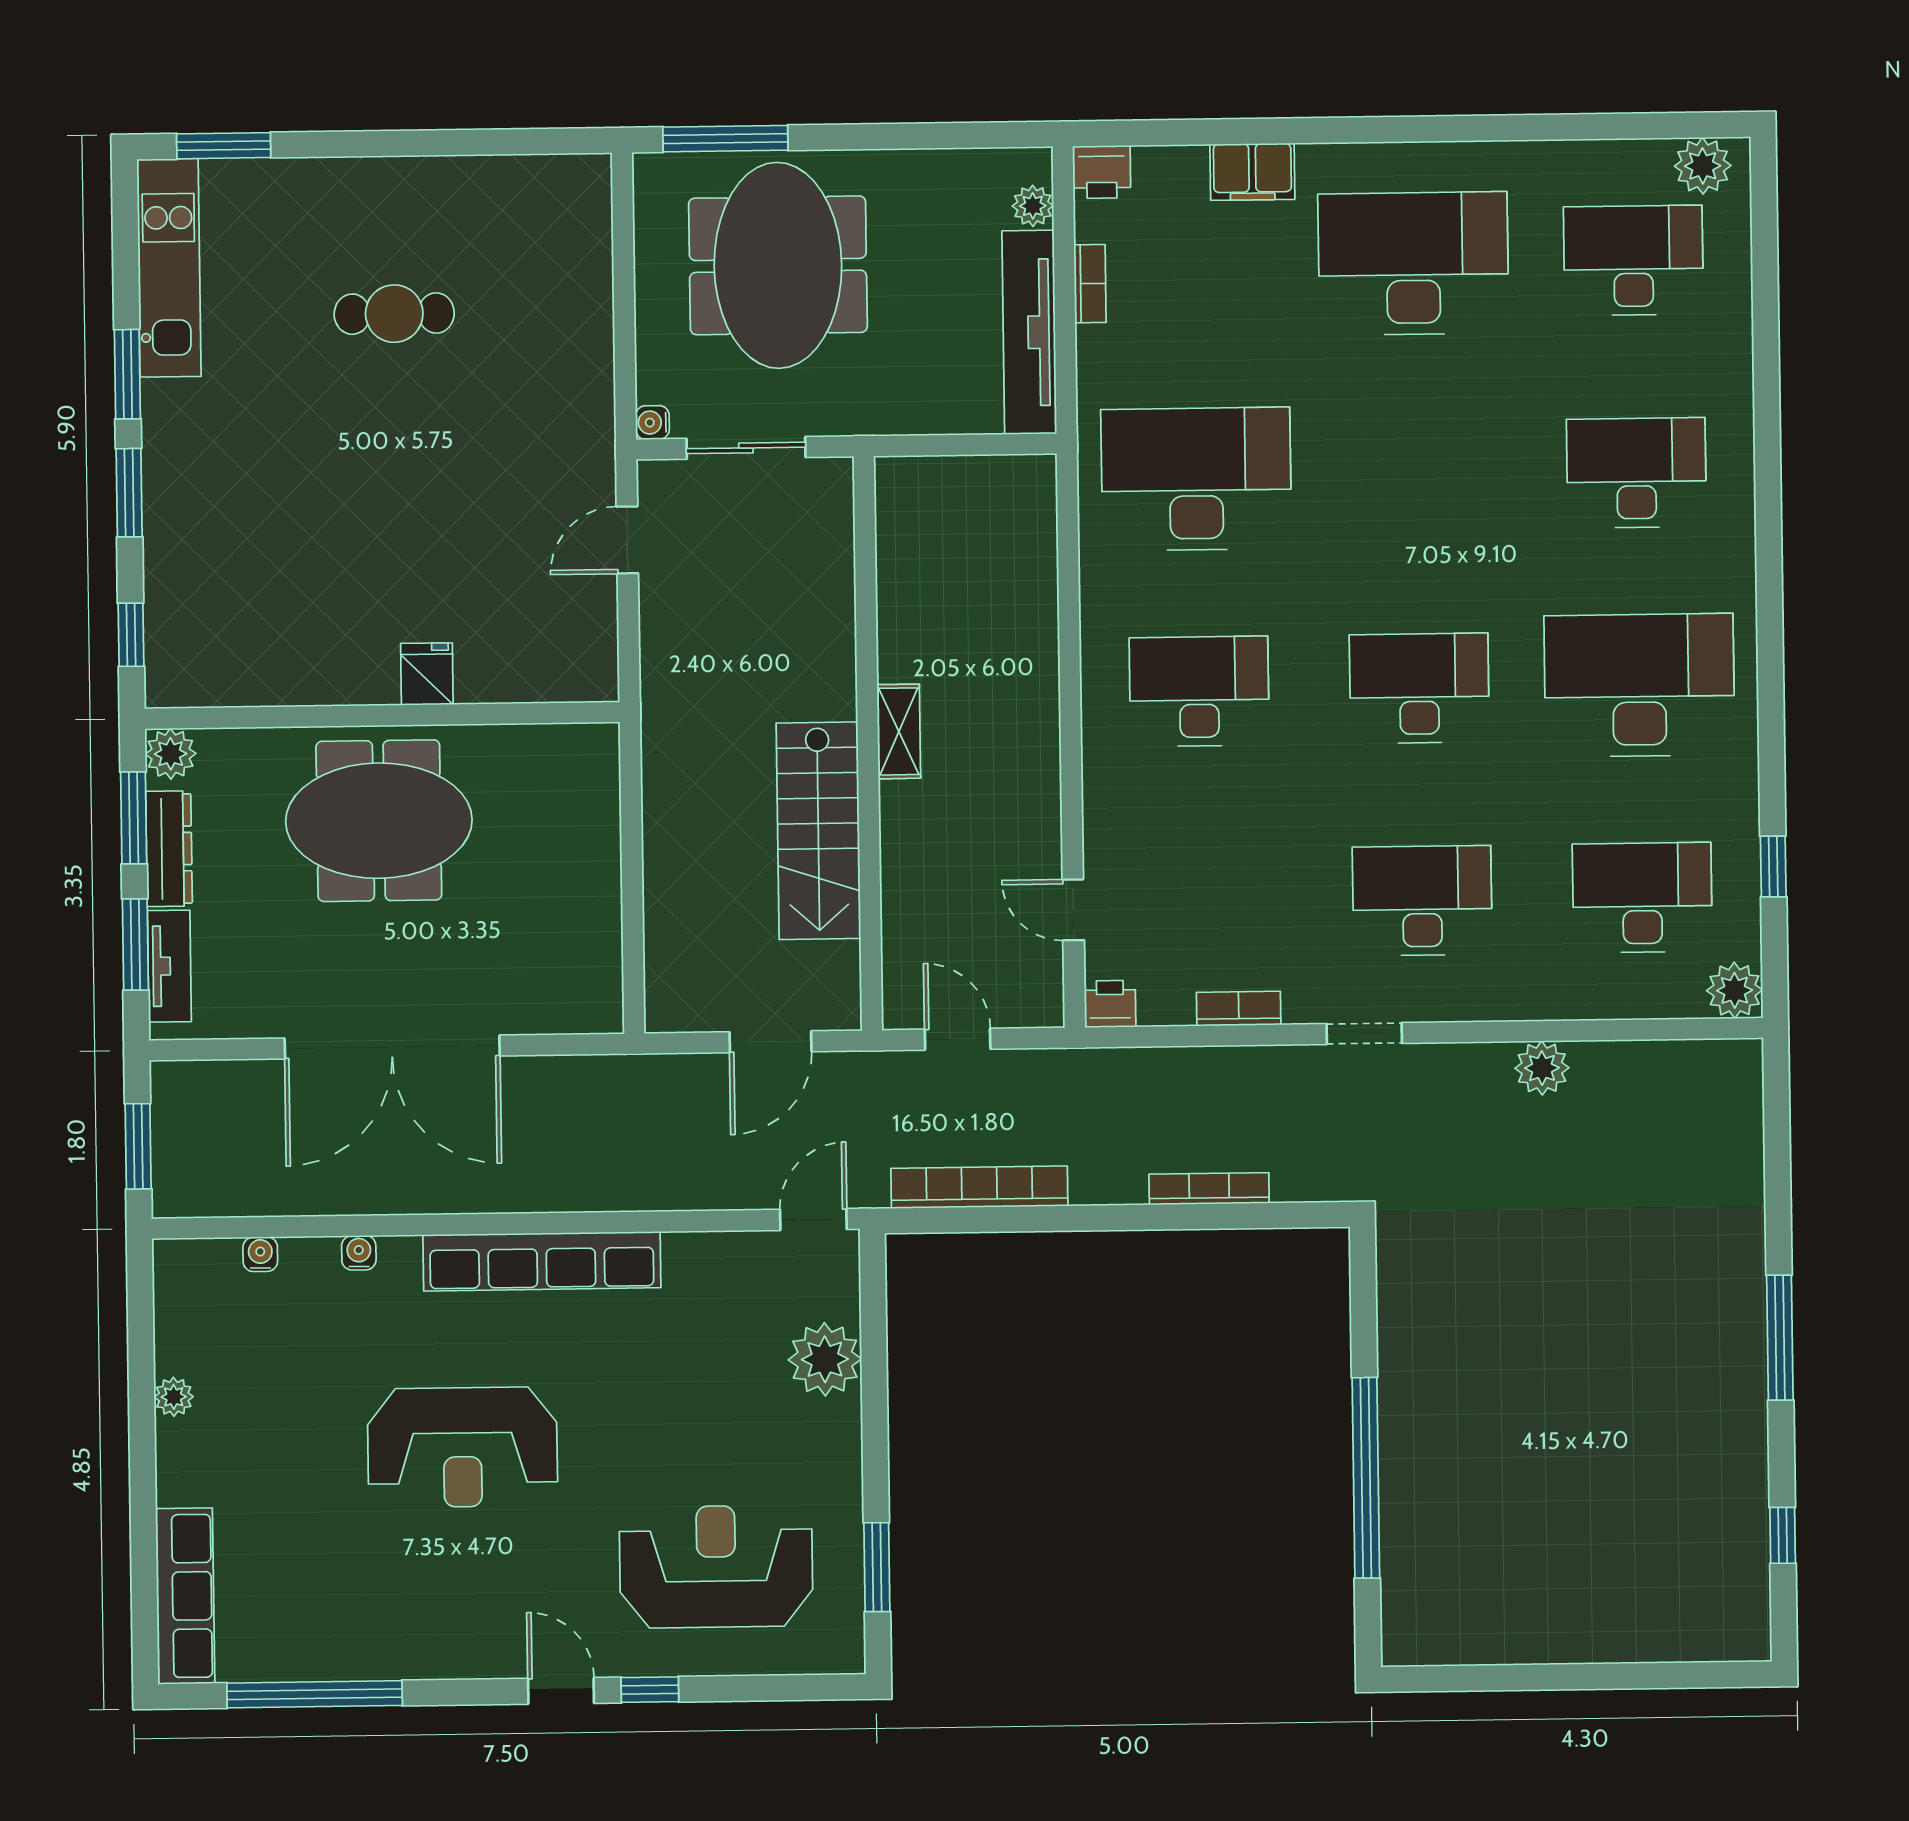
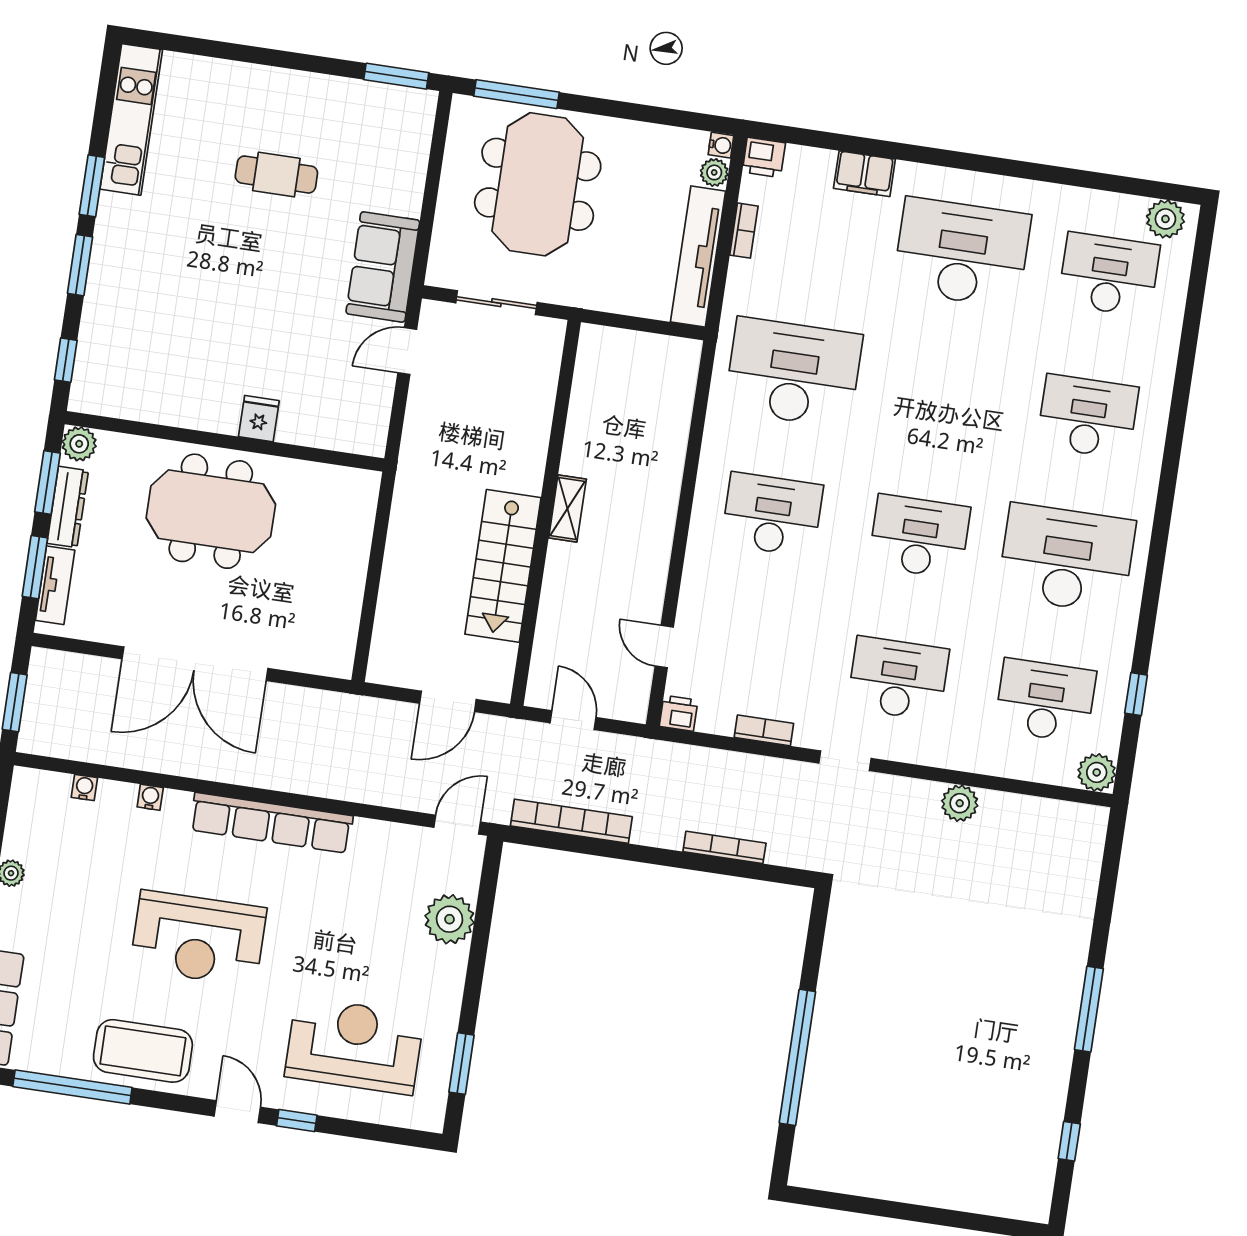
window: (224, 146) -> (396, 76), moved
water cooler: (652, 422) -> (721, 145), moved, turned 180
sofa: (572, 423) -> (383, 267), added
coffee table: (409, 1625) -> (143, 1051), added

